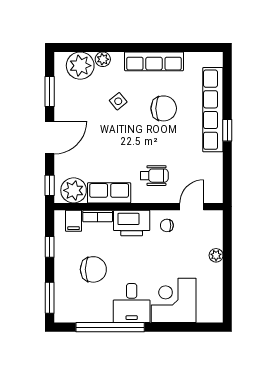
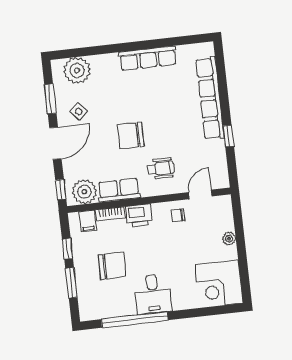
plant: (103, 59) -> (98, 62), removed
side table: (118, 101) -> (79, 112), moved
chair: (164, 108) -> (131, 136), moved, turned 180
window: (227, 130) -> (228, 136), moved
printer: (132, 223) -> (139, 215), width x0.73, depth x0.84
window: (50, 298) -> (71, 283), moved
corner desk: (174, 300) -> (219, 284), moved, turned -90

